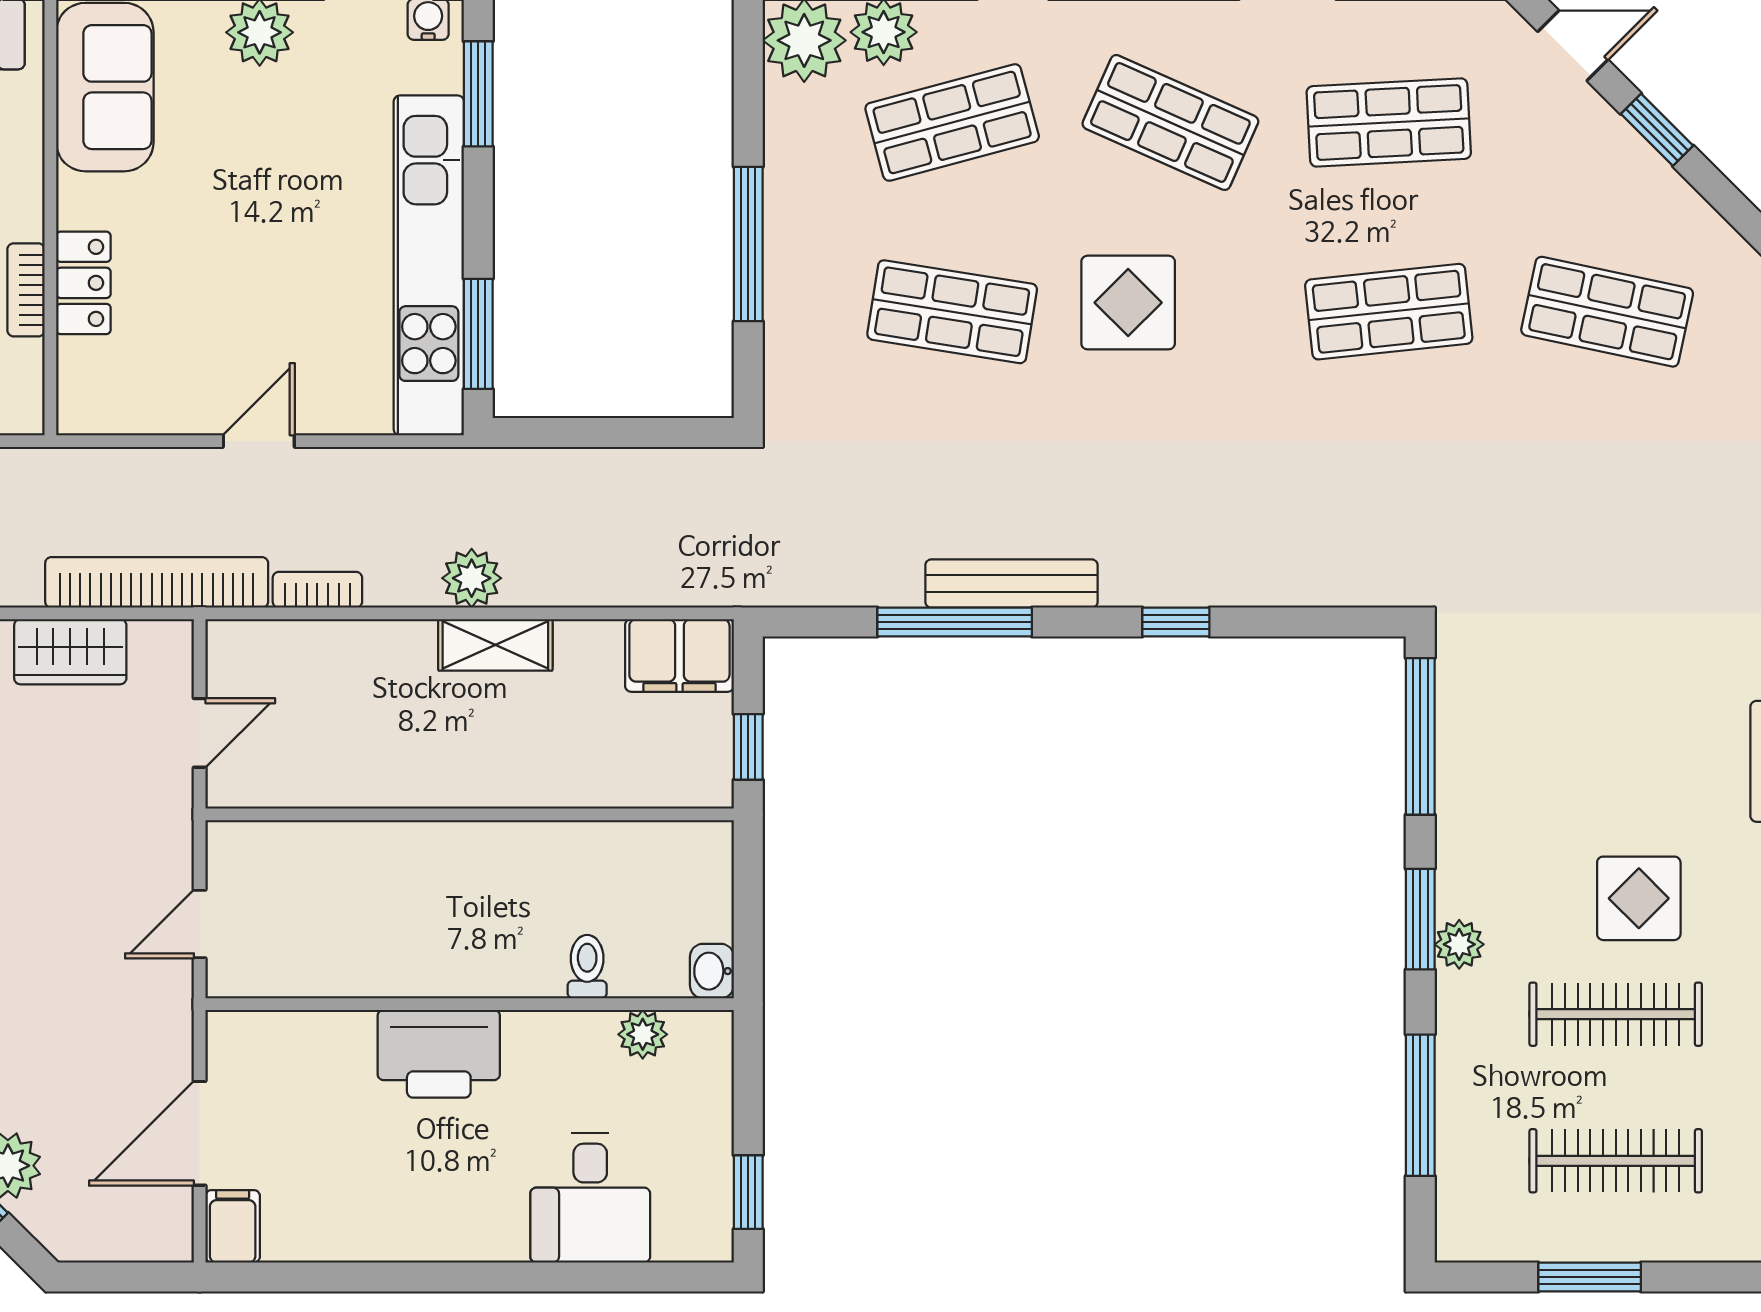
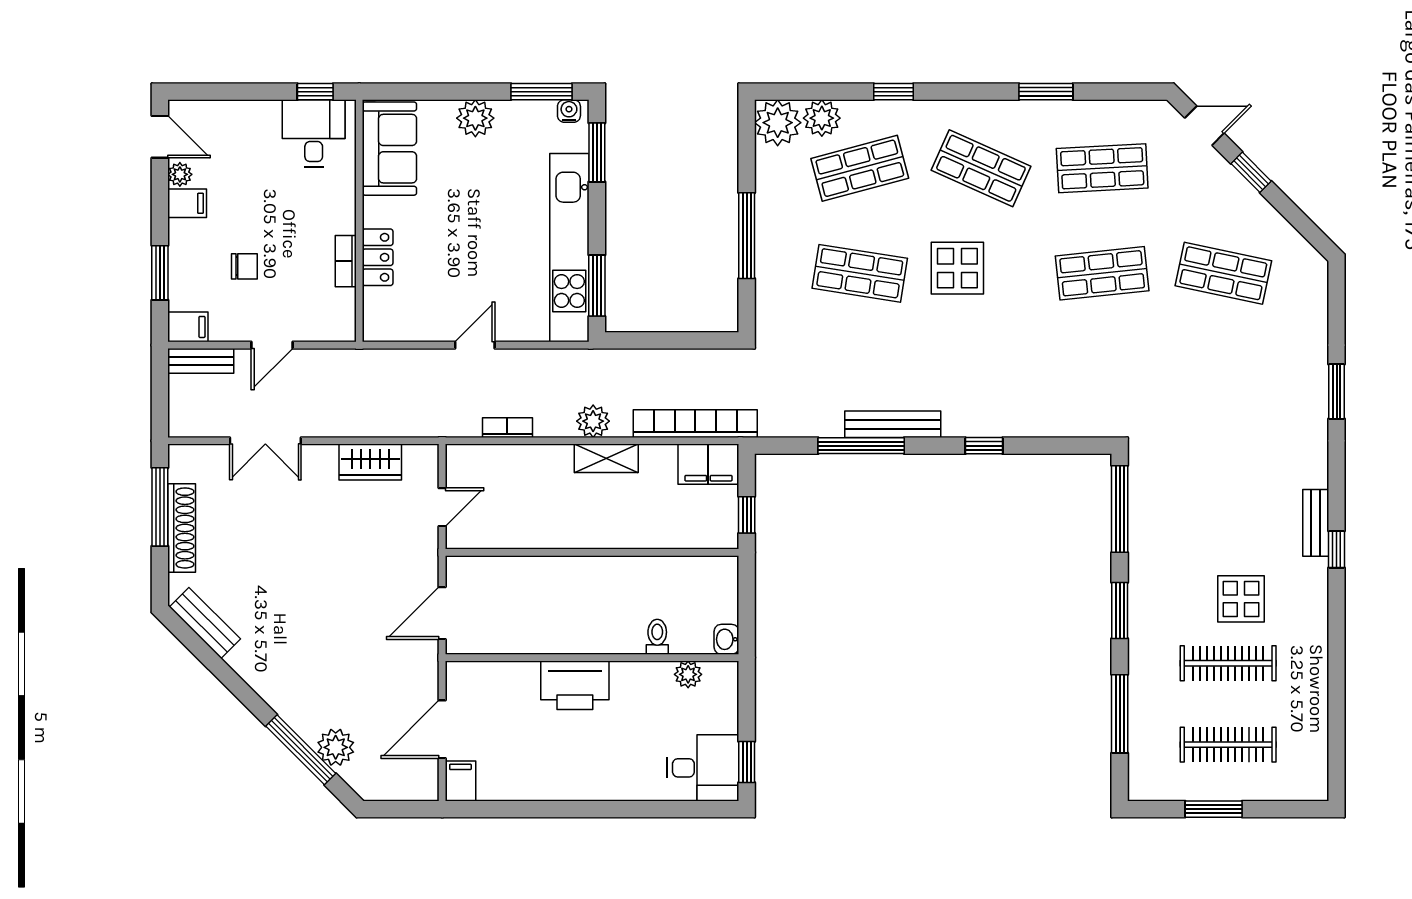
bookcase: (157, 582) -> (695, 424), moved
door: (200, 924) -> (442, 613), width x1.38
plant: (1459, 944) -> (1141, 624), removed
desk: (590, 1198) -> (703, 768), moved, turned -90

